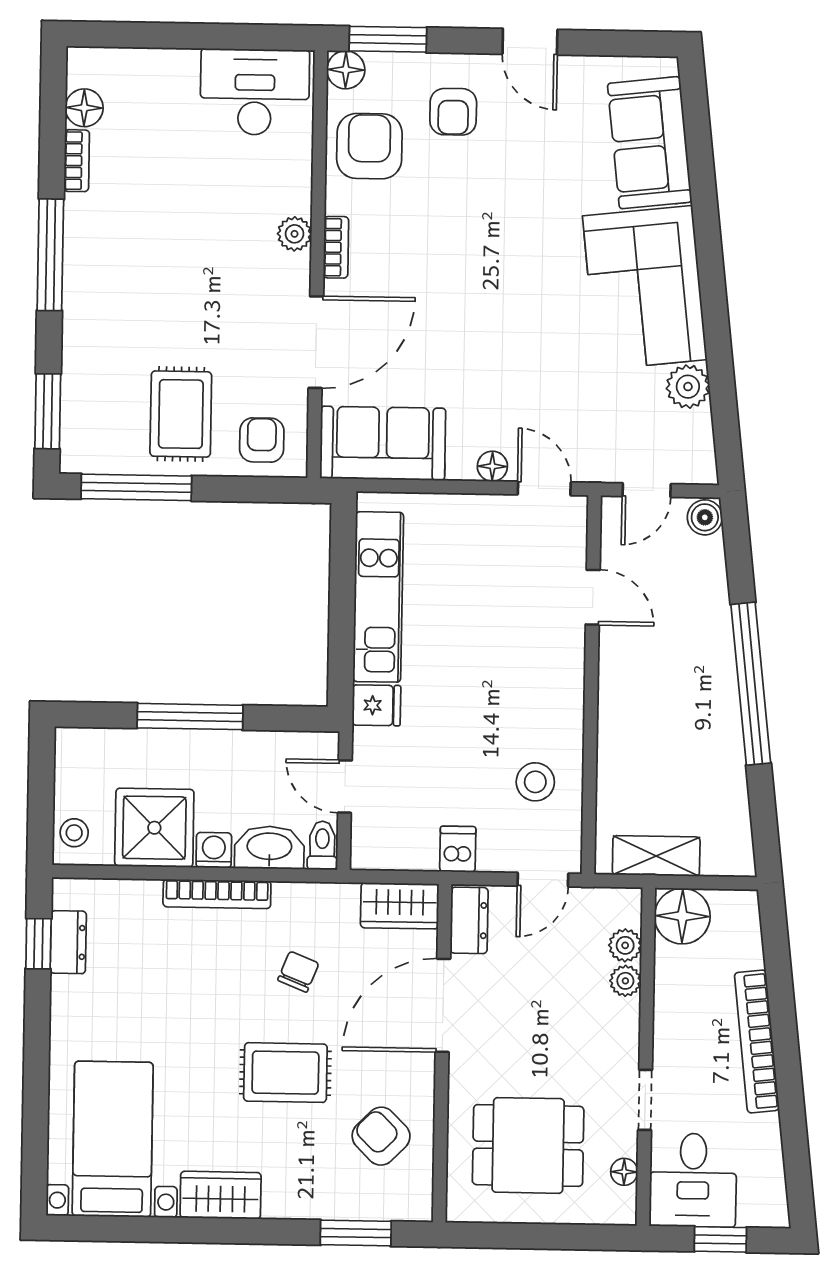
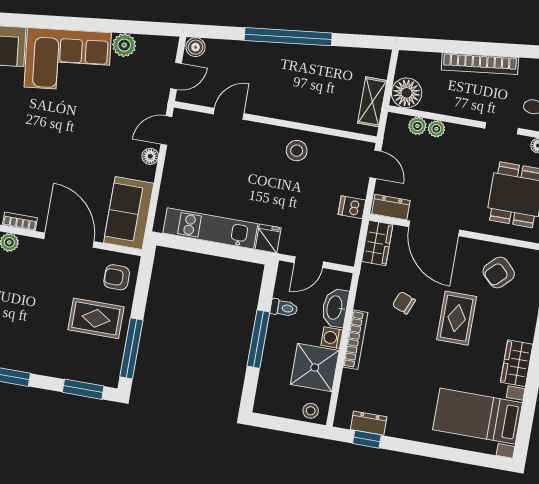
door: (647, 490) -> (176, 76), hinge flipped
stool: (535, 782) -> (297, 151), moved
toilet: (322, 845) -> (284, 308), moved, turned 180

